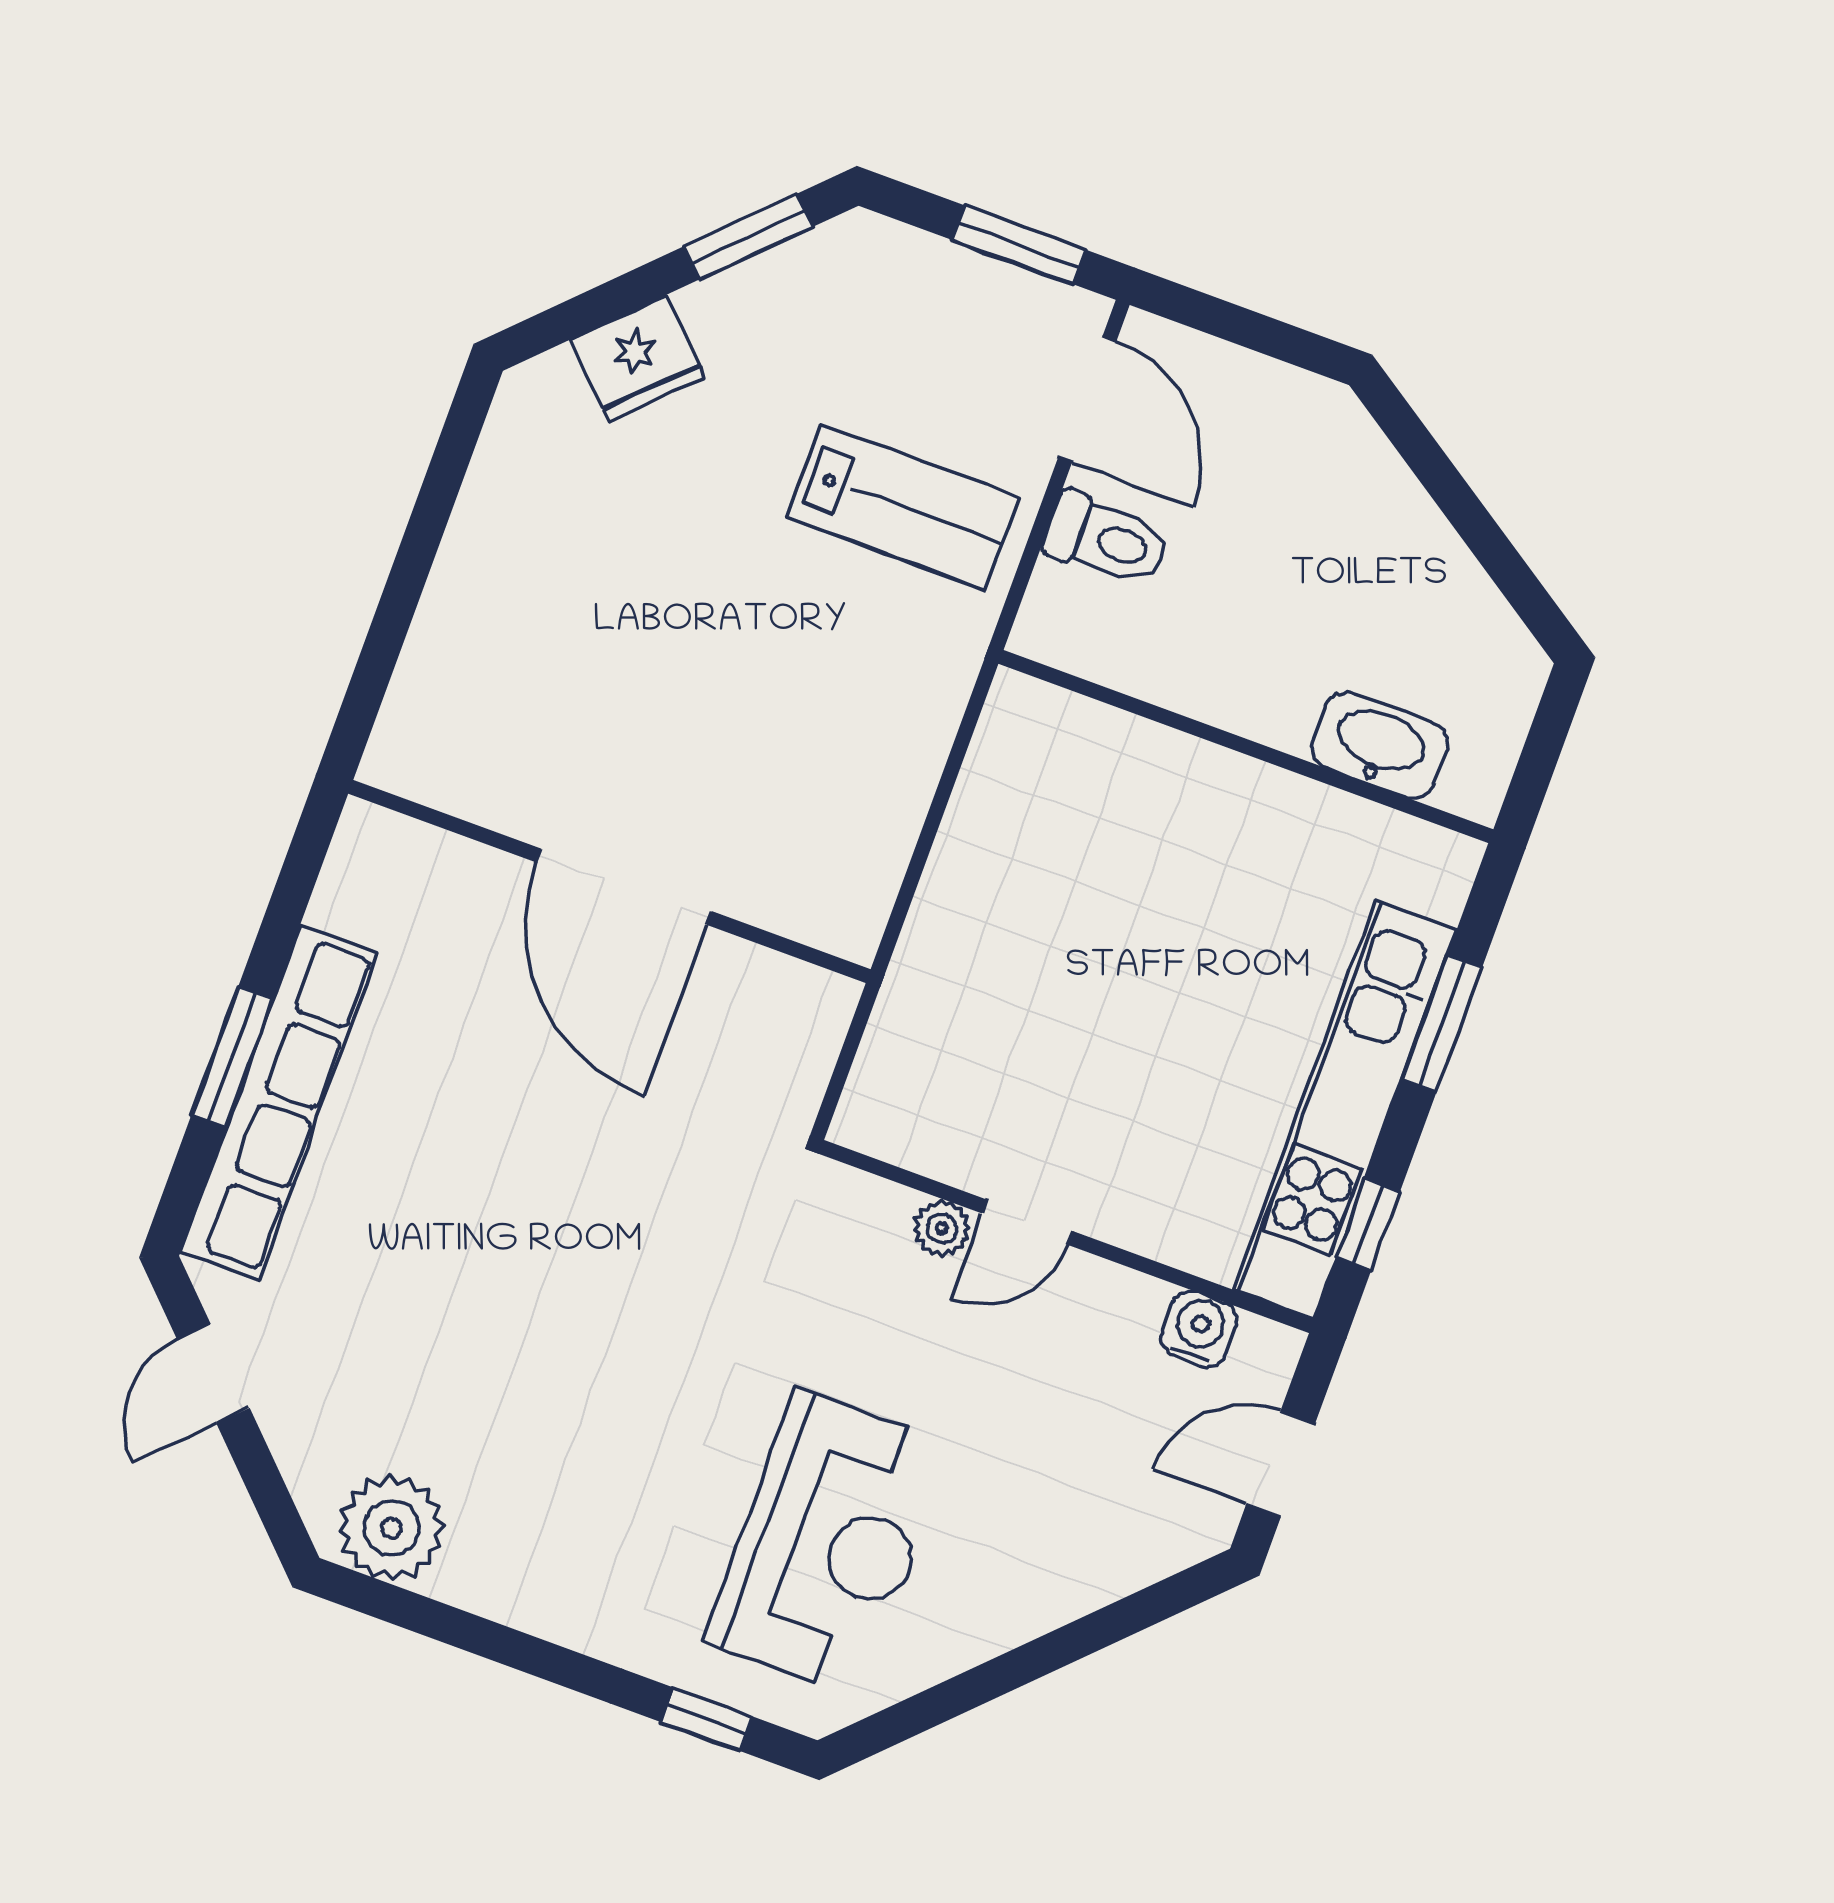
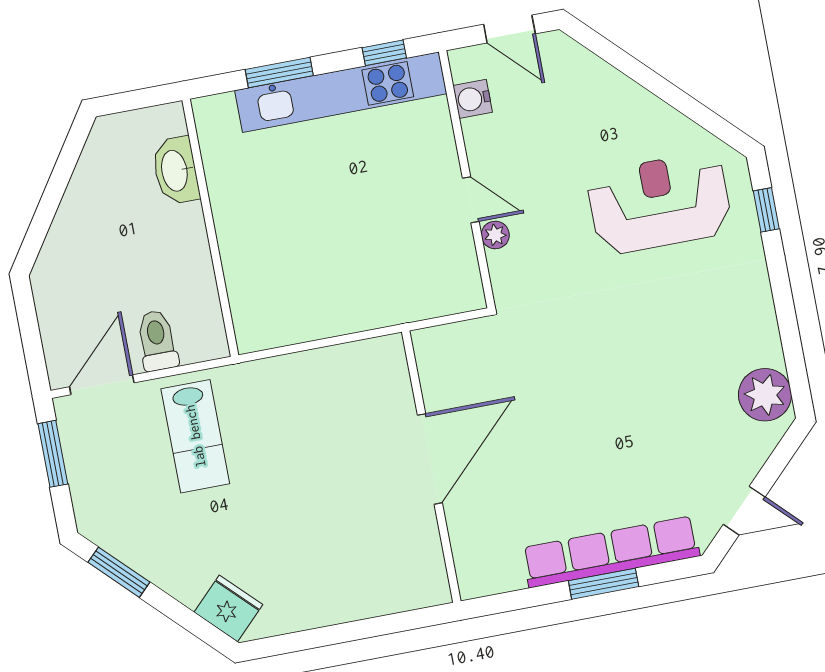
fridge: (638, 358) -> (228, 608), moved
lab bench: (903, 507) -> (195, 436), turned 180

